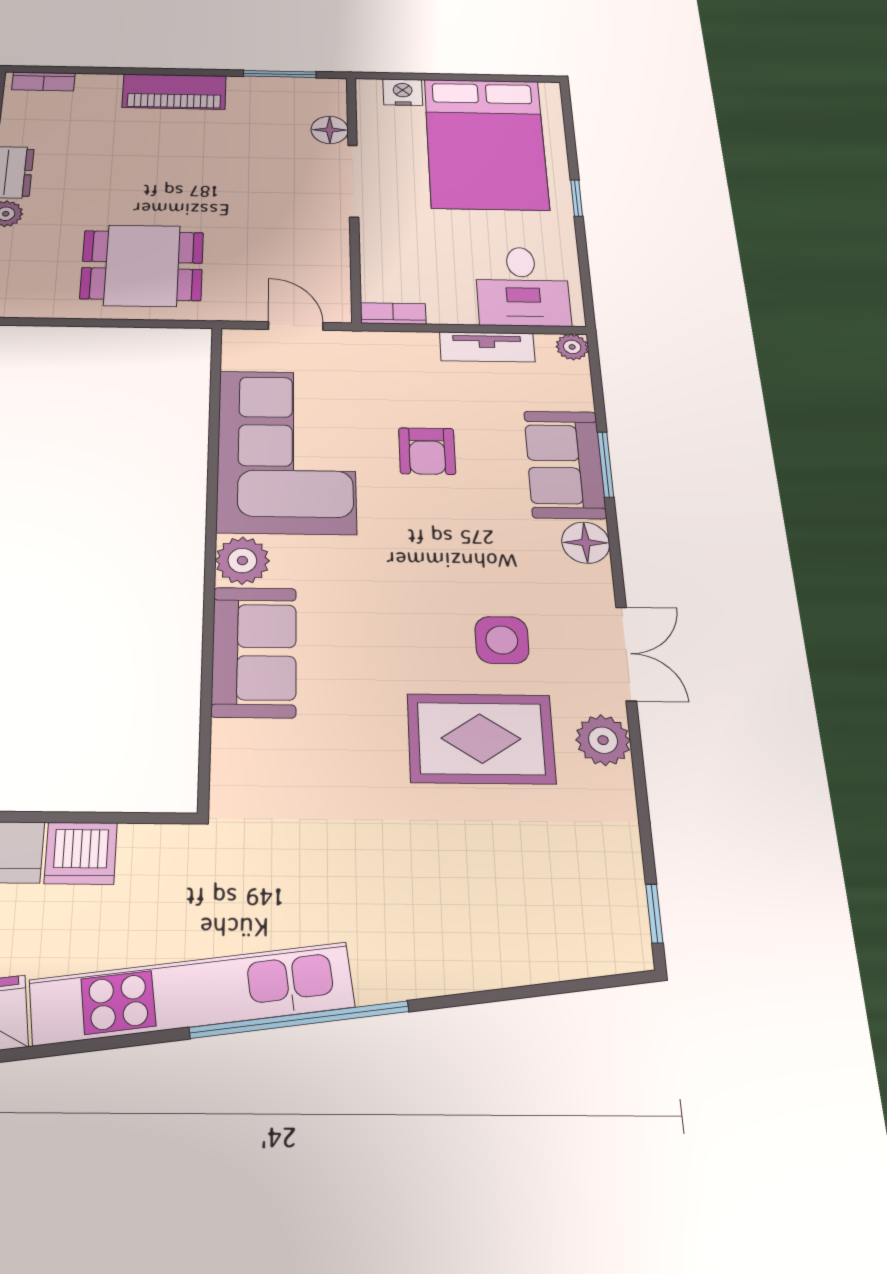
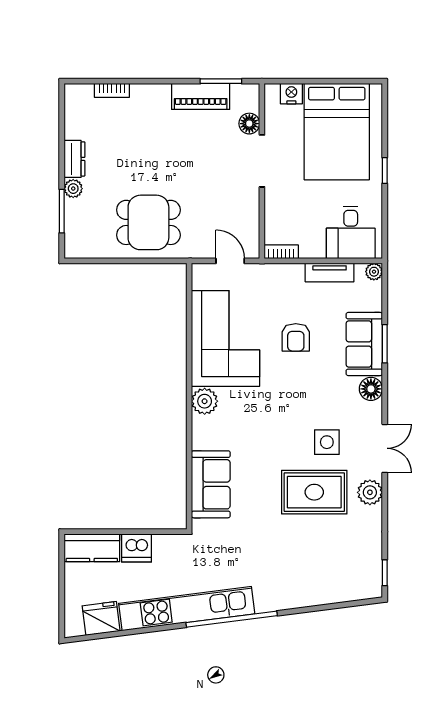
bookcase: (43, 81) -> (112, 90), moved
piano: (174, 92) -> (201, 96), moved
sofa: (254, 652) -> (211, 484), moved

